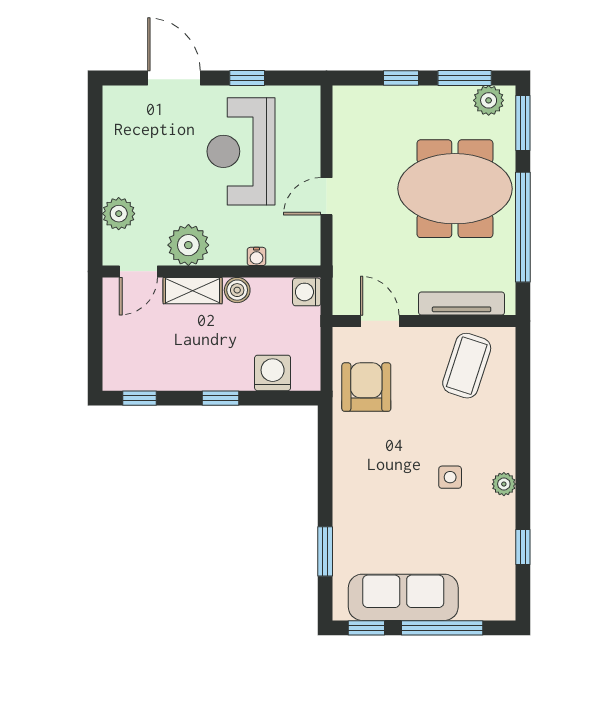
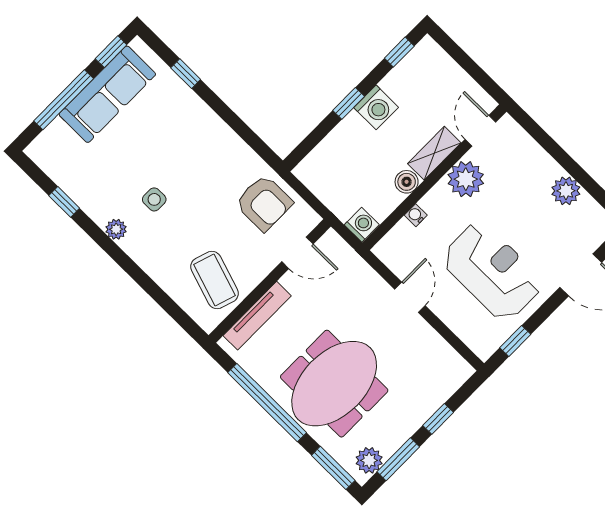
window: (247, 78) -> (515, 341), moved
plant: (119, 214) -> (566, 191), moved
washing machine: (273, 373) -> (376, 107), moved
window: (325, 551) -> (186, 74), width x0.67

